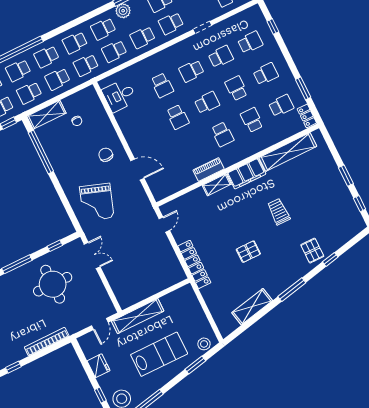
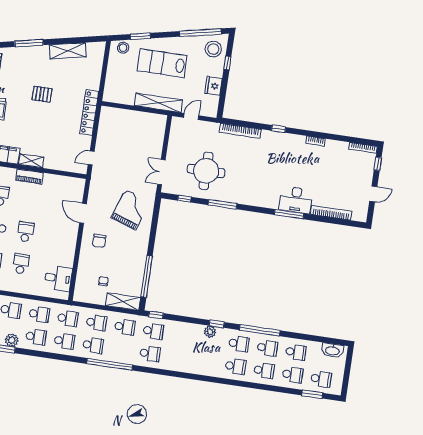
school desk: (18, 71) -> (121, 349), removed

